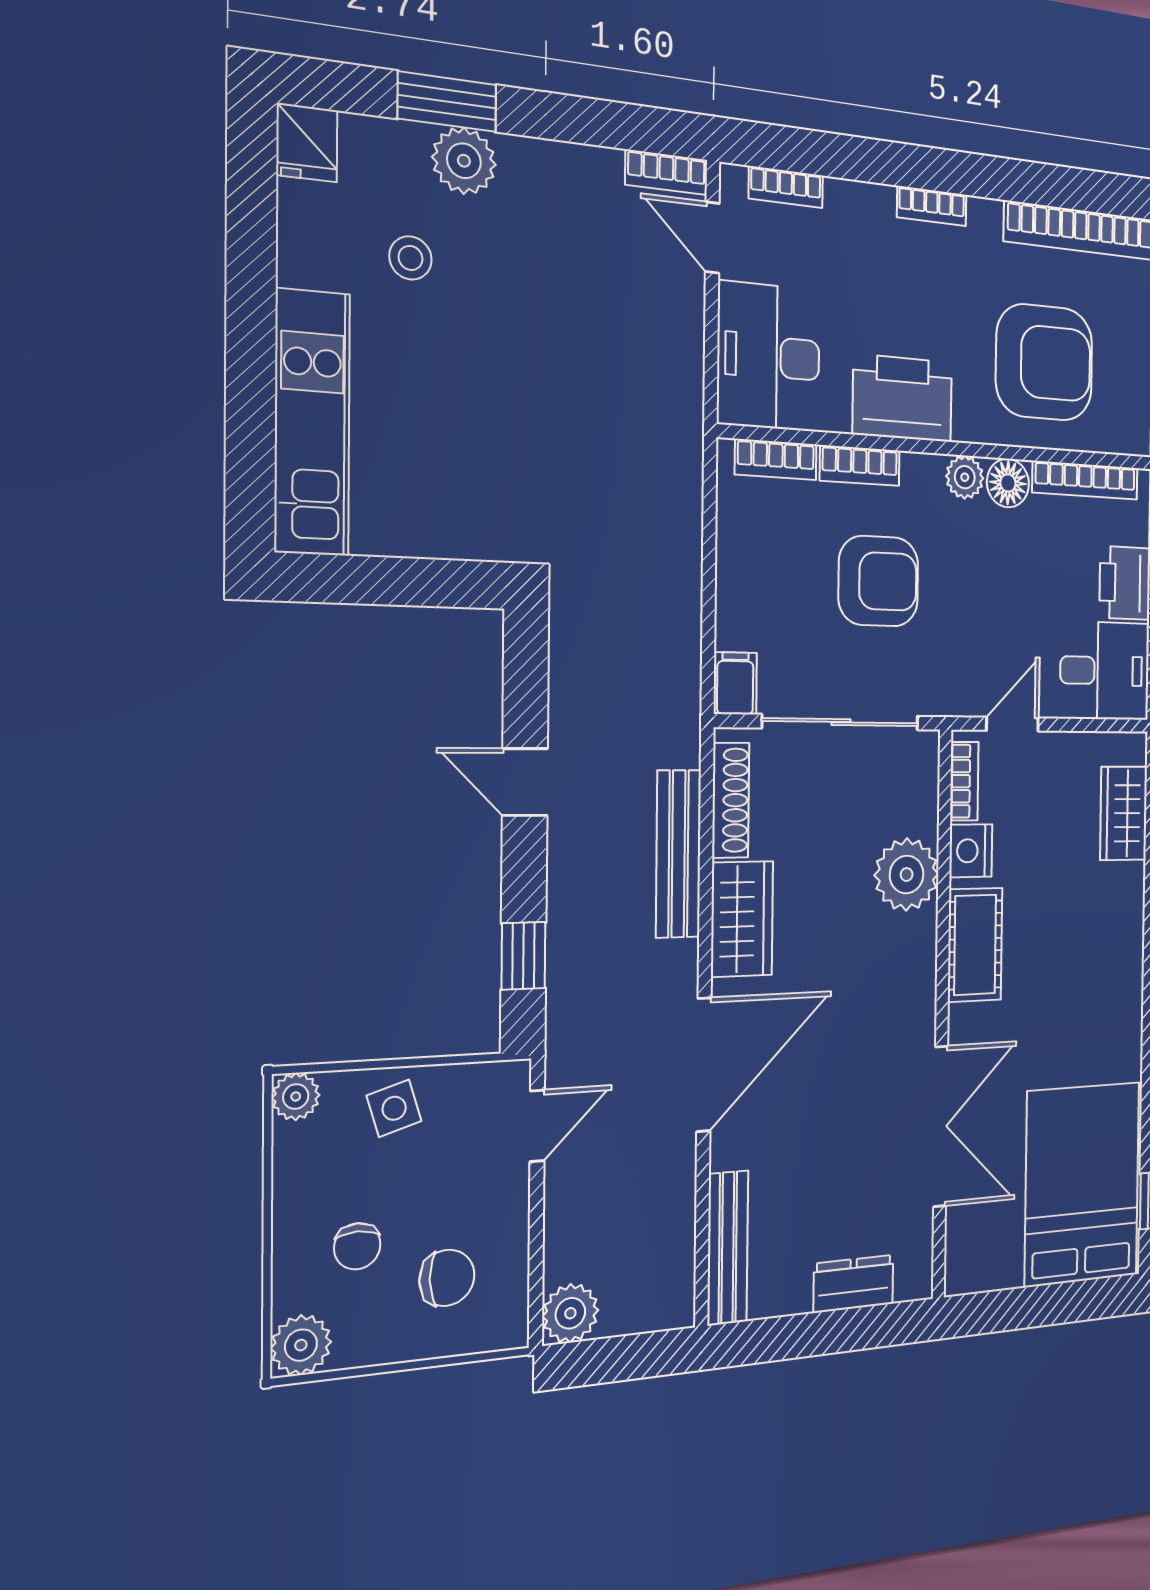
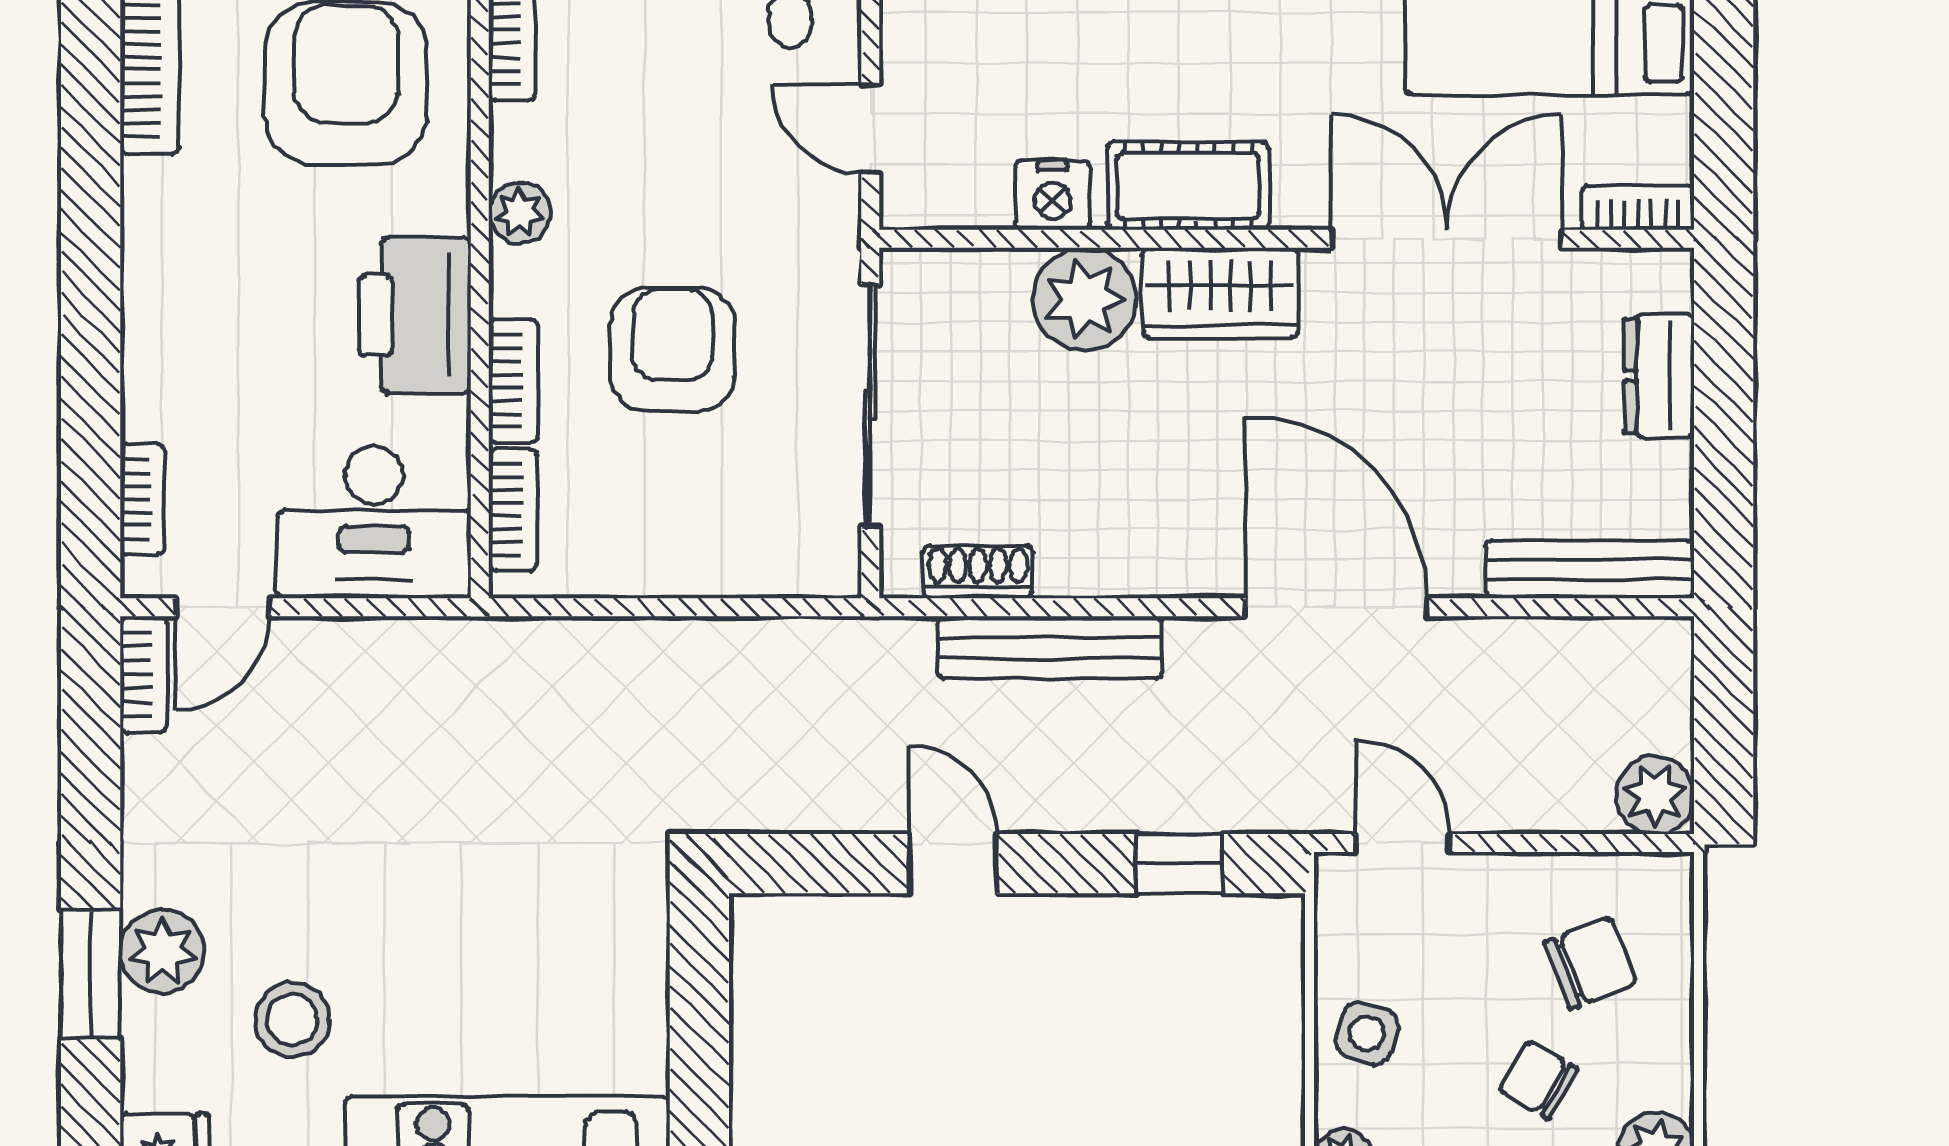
bookcase: (932, 206) -> (142, 272), removed
stool: (410, 258) -> (292, 1020), width x1.37, depth x1.37
floor lamp: (1008, 483) -> (523, 142), removed
filing cabinet: (735, 683) -> (819, 567), removed
bookcase: (964, 781) -> (1638, 207), moved
door: (525, 782) -> (953, 864), swing flipped
shoe rack: (731, 800) -> (978, 572), width x0.70
wardrobe: (742, 919) -> (1220, 293), moved, turned 180
side table: (394, 1108) -> (1367, 1033), turned 34
chair: (357, 1246) -> (1539, 1080), turned -150
chair: (447, 1278) -> (1591, 963), turned 70

